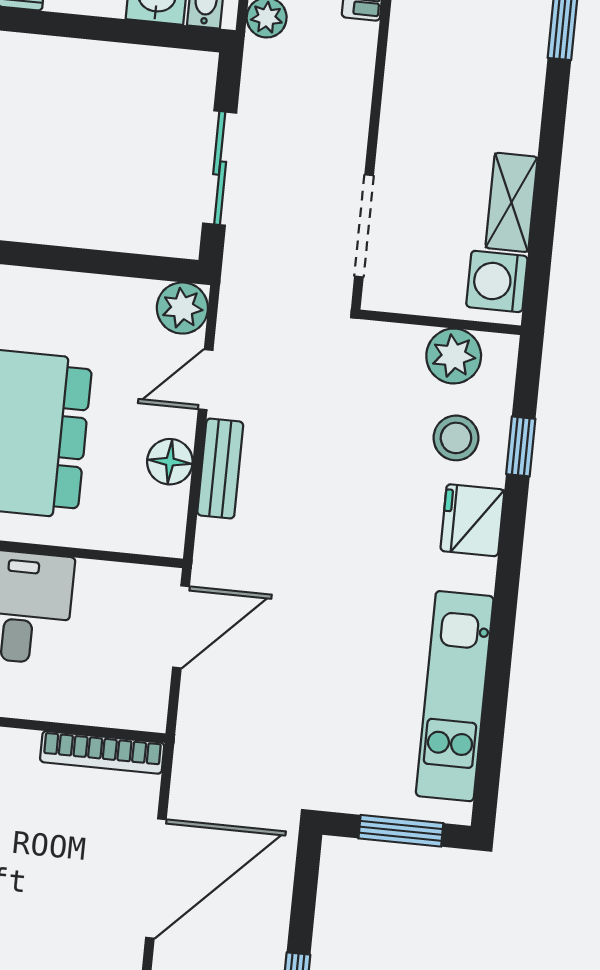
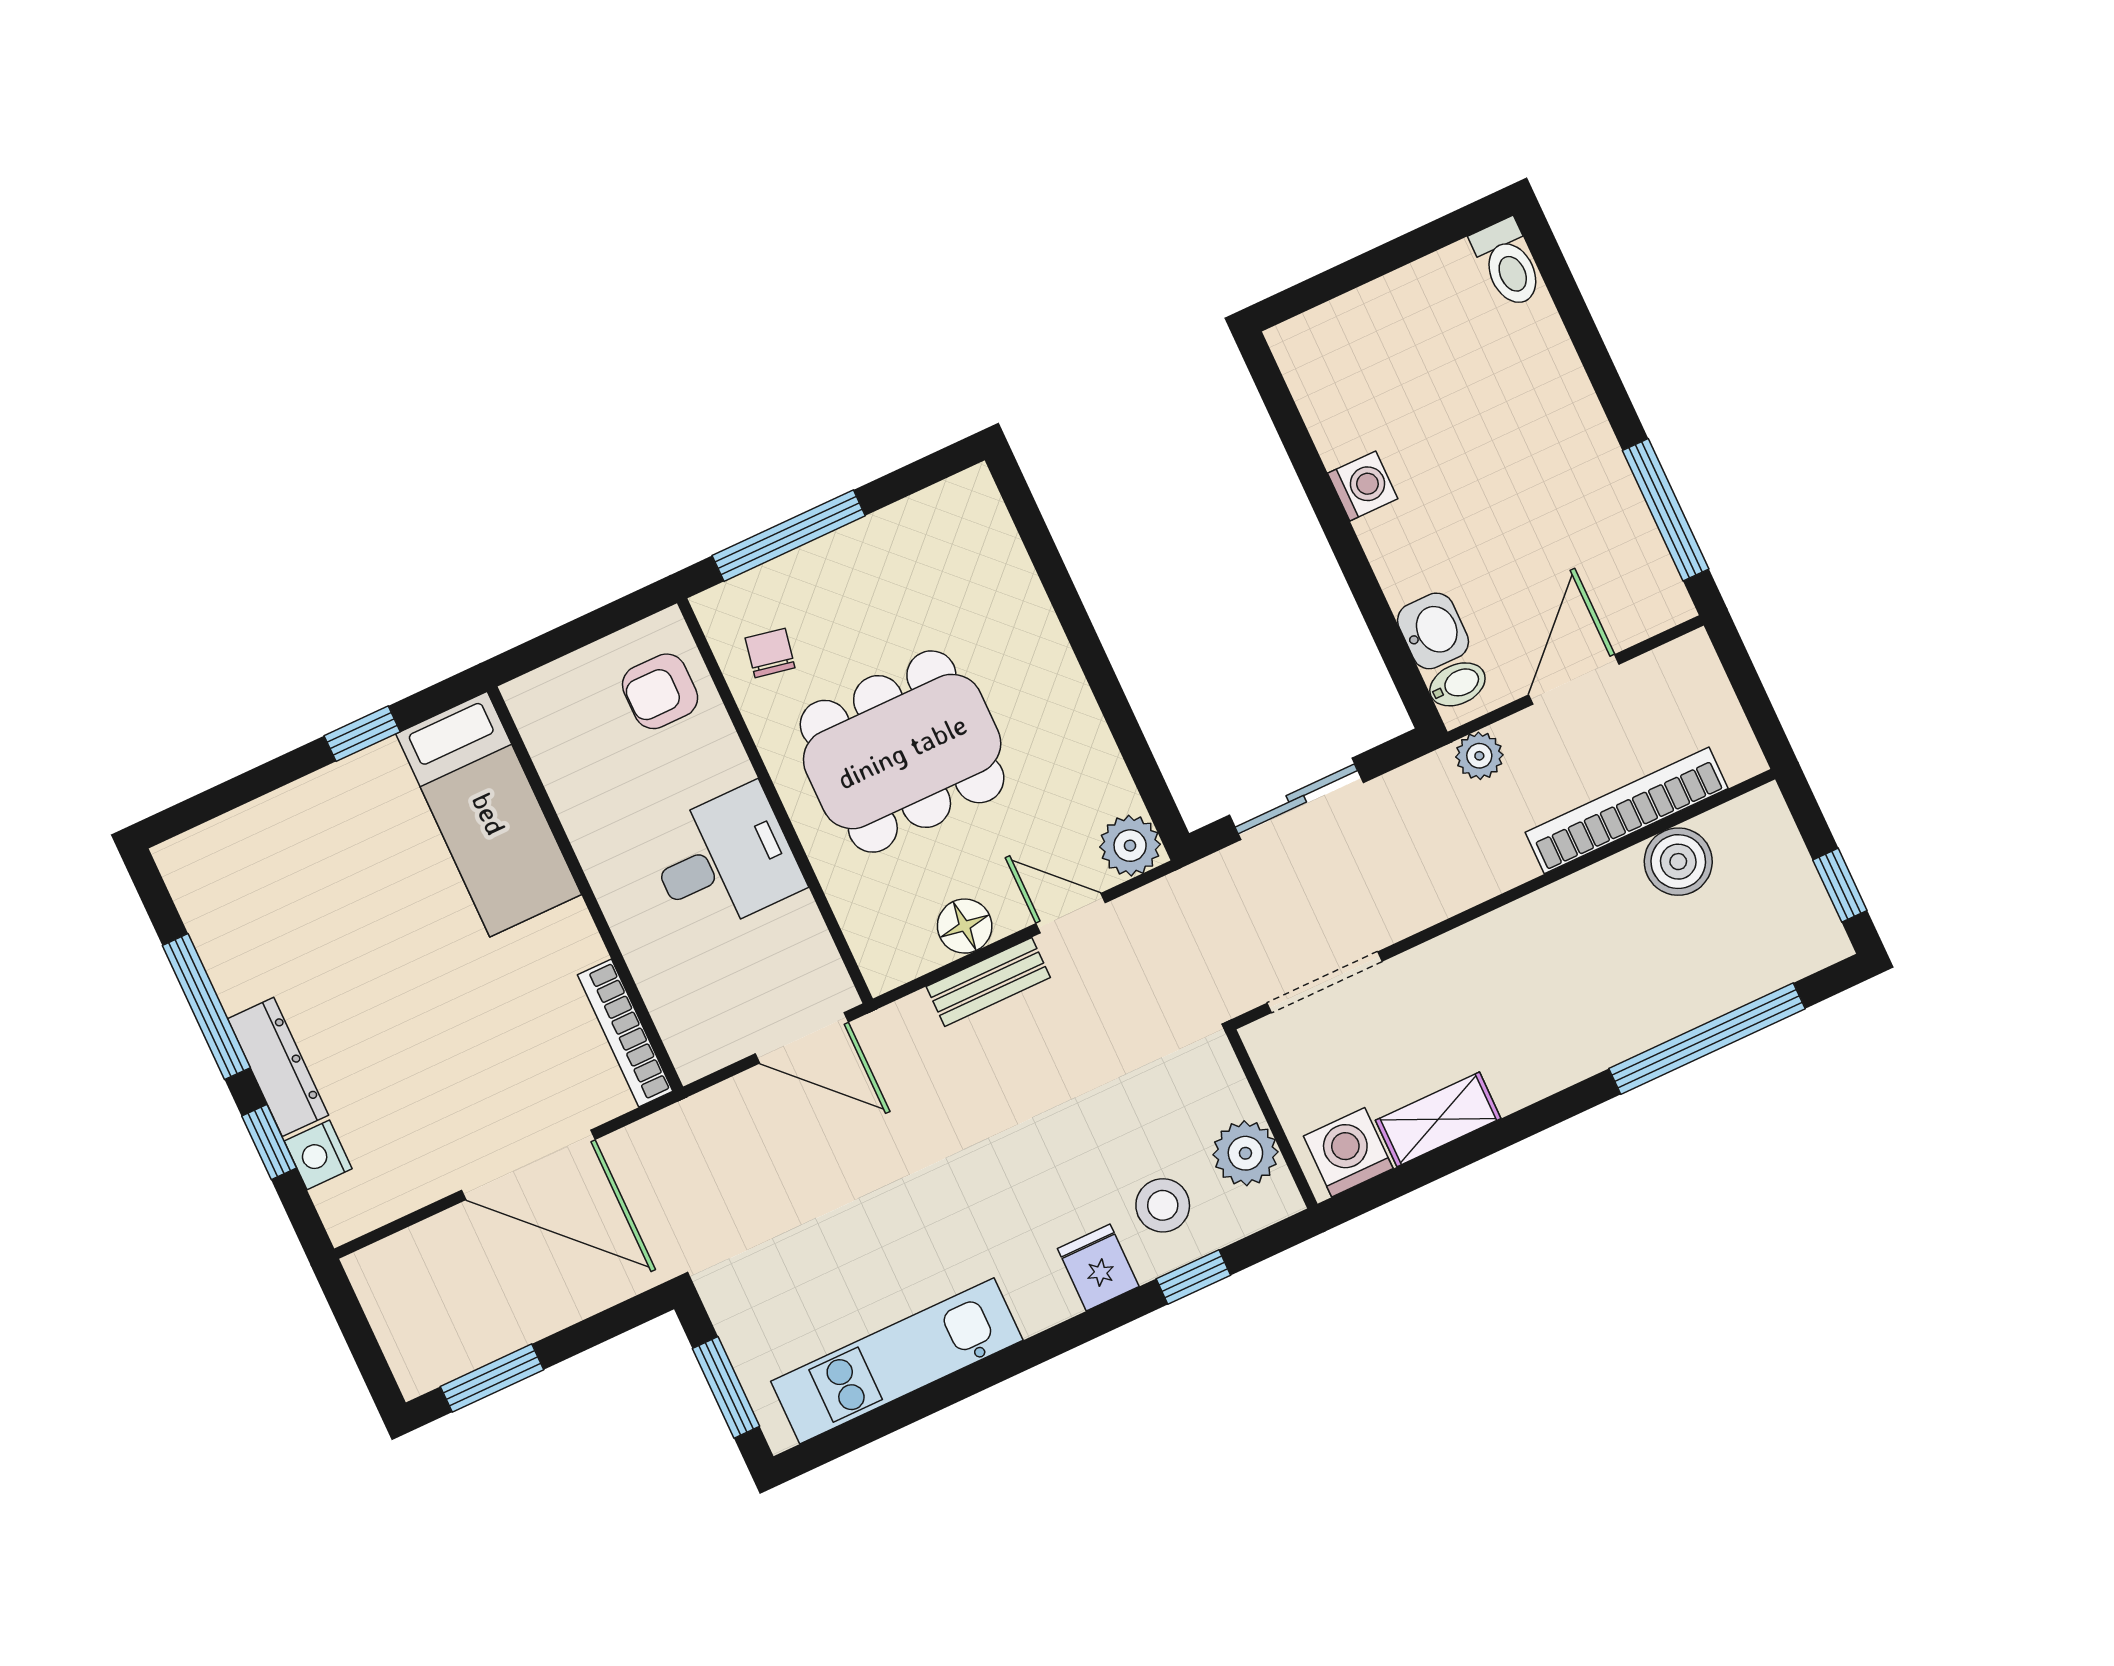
fridge: (472, 520) -> (1098, 1267), width x0.72

